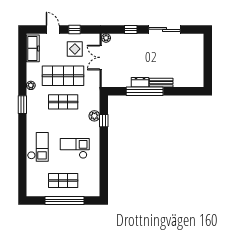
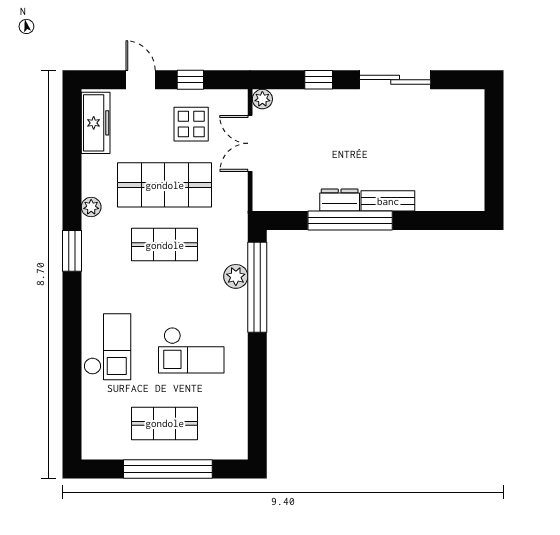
window: (104, 121) -> (257, 287), width x3.17
checkout: (75, 148) -> (191, 350), turned 180

